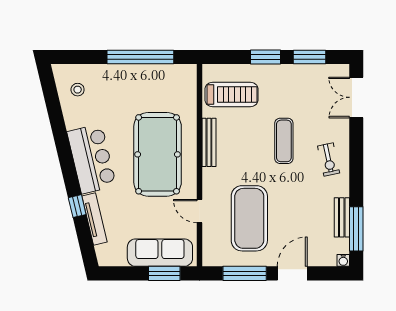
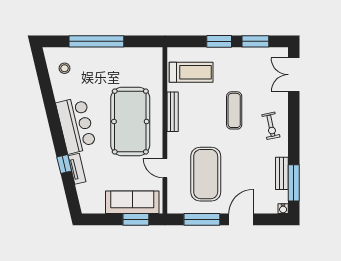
window: (140, 57) -> (96, 41), moved
tv unit: (94, 219) -> (77, 169), width x0.71

